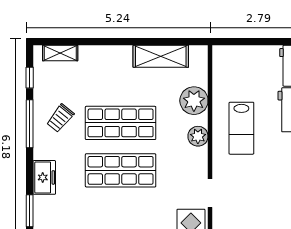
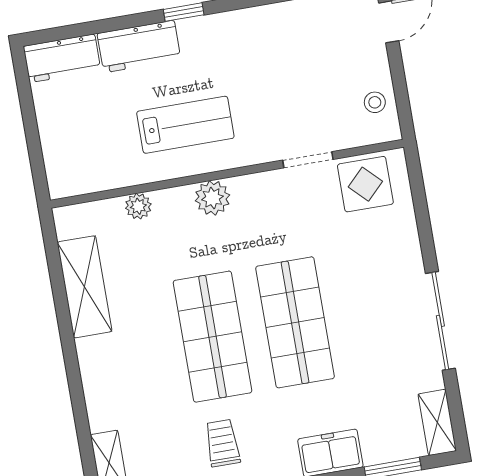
plant: (194, 101) -> (138, 206), width x0.53, depth x0.53
trolley: (60, 118) -> (222, 443), turned -129

